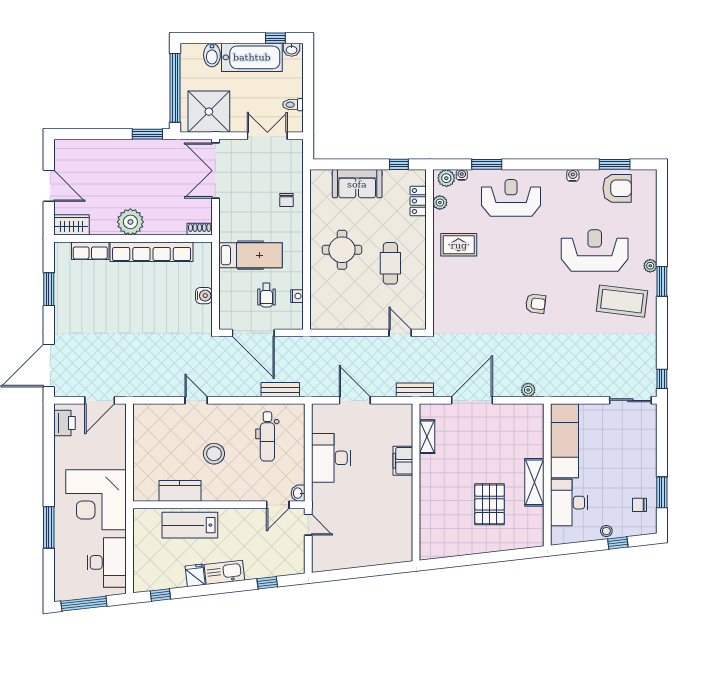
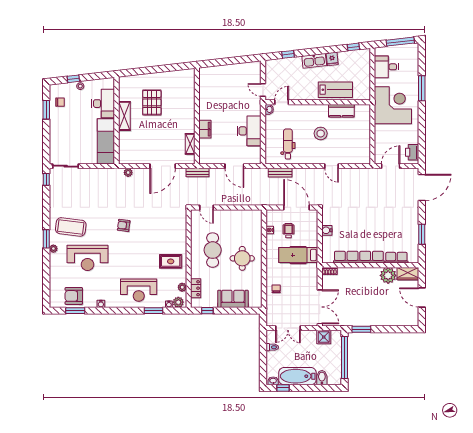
shower: (209, 112) -> (324, 337), width x0.54, depth x0.54
plant: (130, 222) -> (388, 275), moved
cafe table: (390, 263) -> (213, 250), width x1.37, depth x1.35
desk: (107, 562) -> (386, 67), width x0.73

